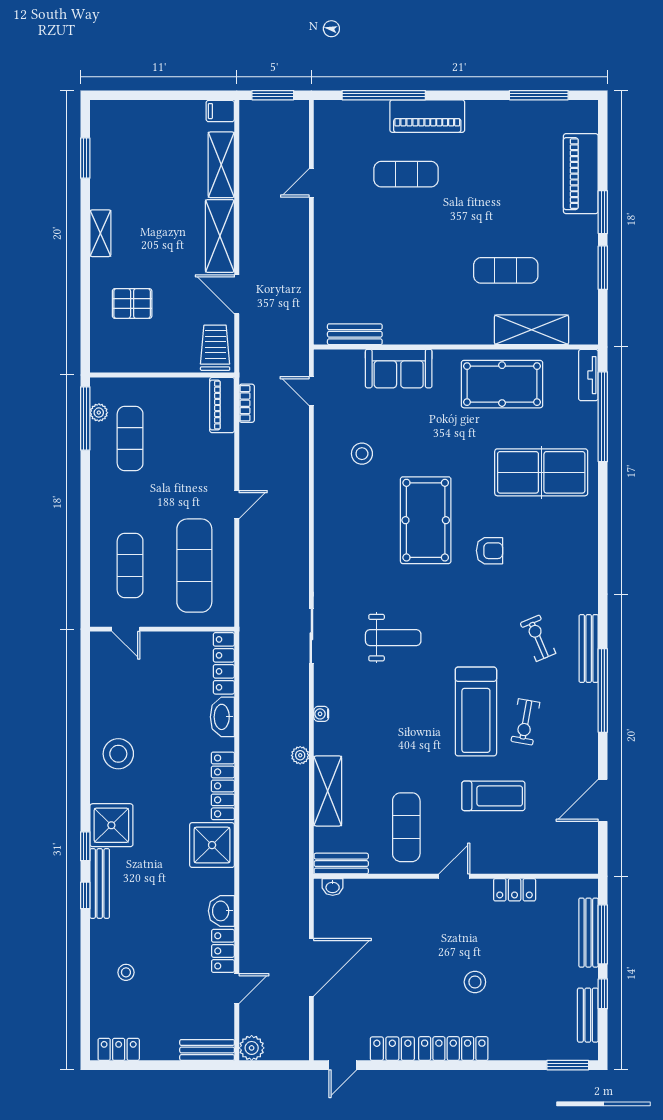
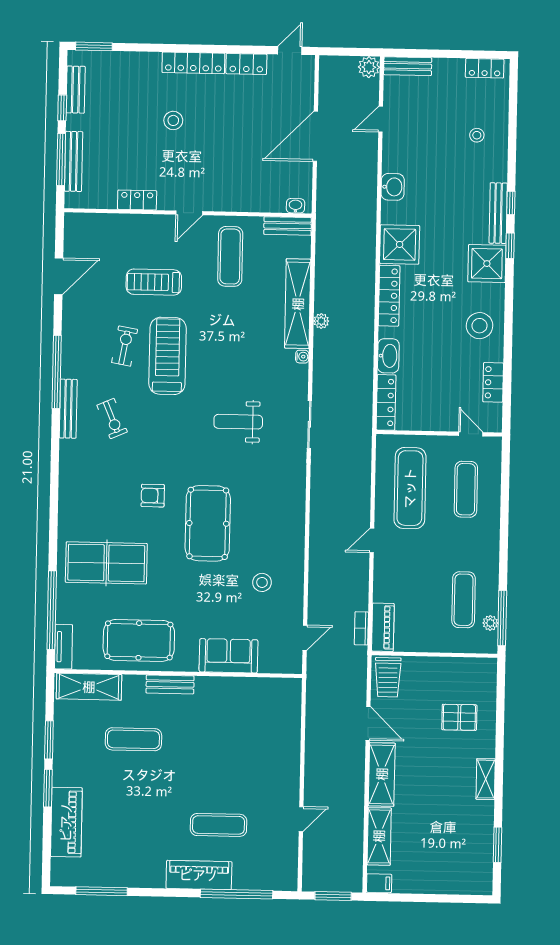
shelving: (532, 330) -> (89, 687), moved
bench: (355, 334) -> (170, 684), moved
door: (311, 391) -> (305, 638), hinge flipped
shelving: (328, 791) -> (298, 304), width x1.47
locker: (223, 951) -> (493, 382), moved, turned 180

